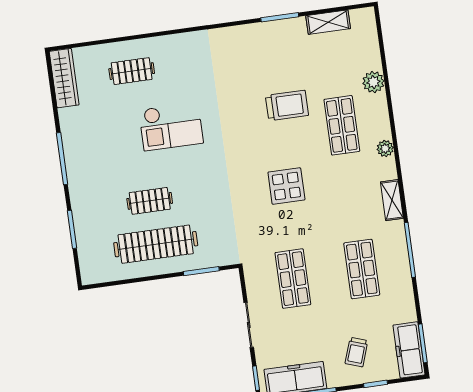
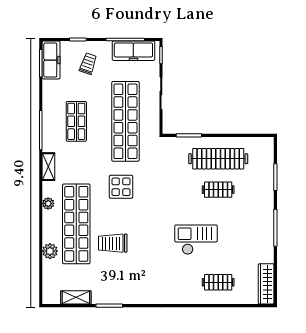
shop shelf: (342, 125) -> (76, 224), width x2.00, depth x1.36
shop shelf: (293, 279) -> (125, 121), width x2.00, depth x1.36

